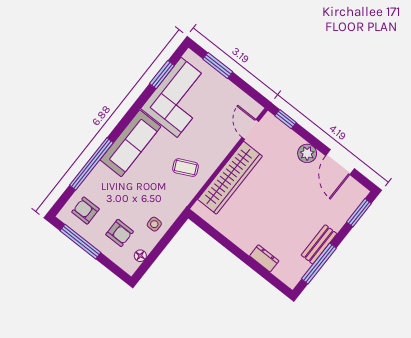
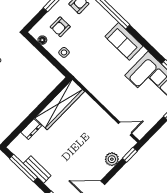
sofa: (130, 143) -> (124, 41), width x0.73
plant: (307, 153) -> (112, 159), moved
coffee table: (185, 168) -> (102, 79), removed
wardrobe: (230, 178) -> (60, 105), moved, turned -90

